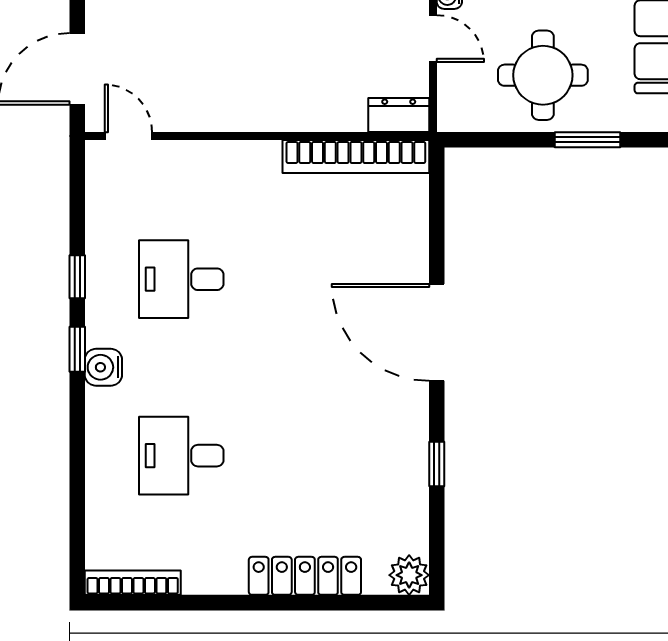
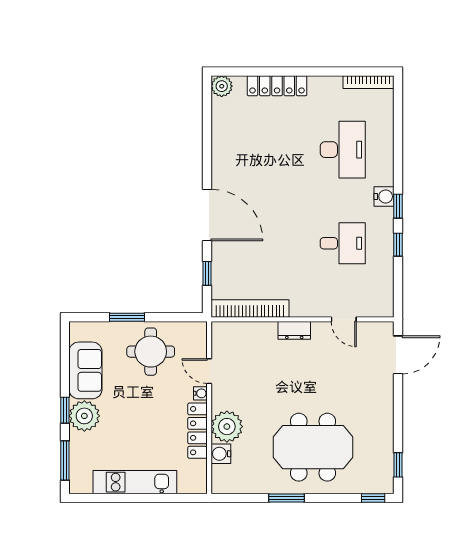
dresser: (399, 115) -> (294, 330), moved
door: (128, 136) -> (344, 319), moved
desk: (181, 456) -> (343, 150), width x1.37
window: (437, 464) -> (207, 273), moved

